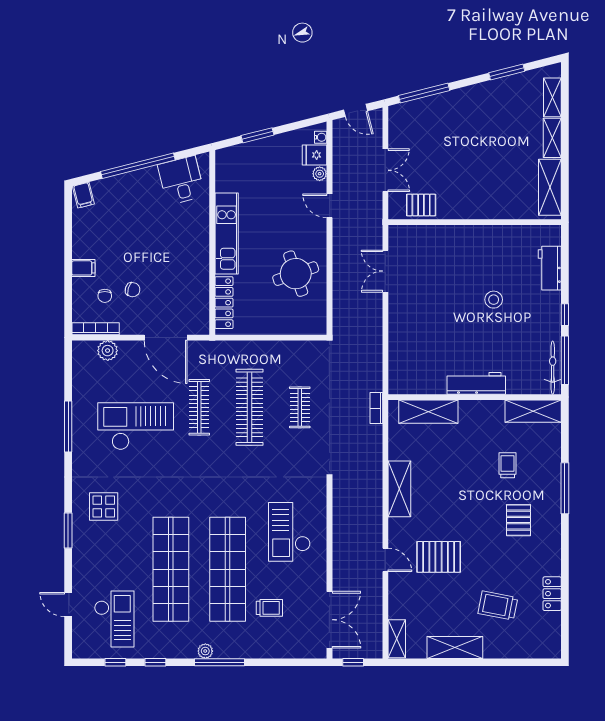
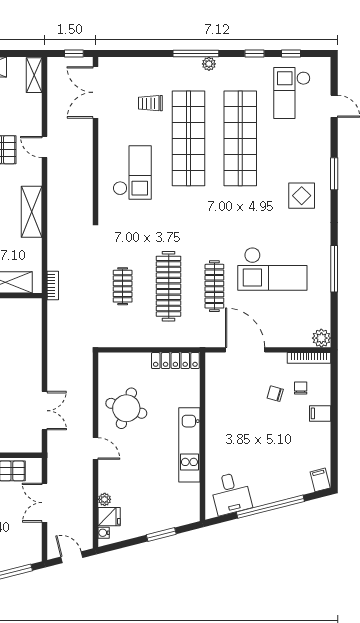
door: (329, 206) -> (95, 449), moved
round table: (296, 274) -> (126, 408), turned 37
locker: (224, 303) -> (175, 361), moved, turned -90
plant: (108, 351) -> (321, 338), moved

